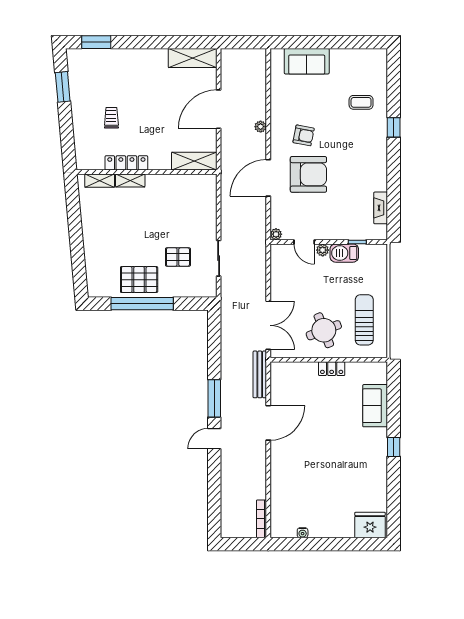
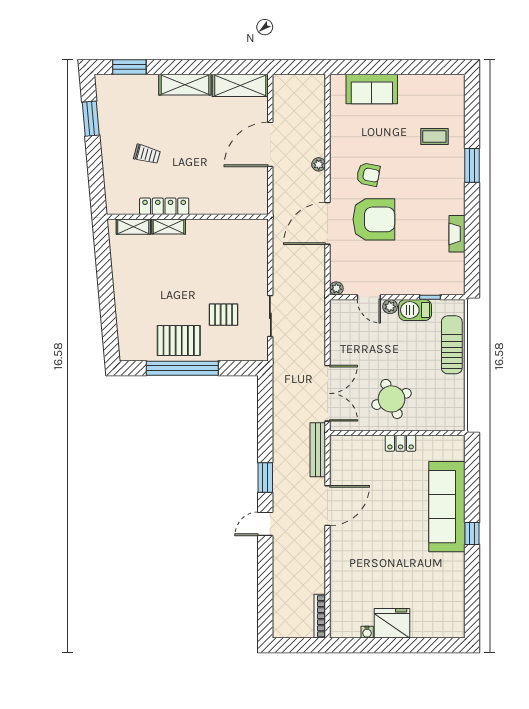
trolley: (111, 118) -> (147, 154), turned 105
window: (394, 127) -> (472, 165), width x1.50
shelving: (194, 161) -> (185, 85), moved
fireplace: (381, 208) -> (457, 234), moved
sun lounger: (364, 320) -> (452, 345), moved
window: (214, 398) -> (265, 478), width x0.69
sofa: (375, 406) -> (447, 507), width x1.85, depth x1.27
fridge: (370, 525) -> (392, 623), moved

